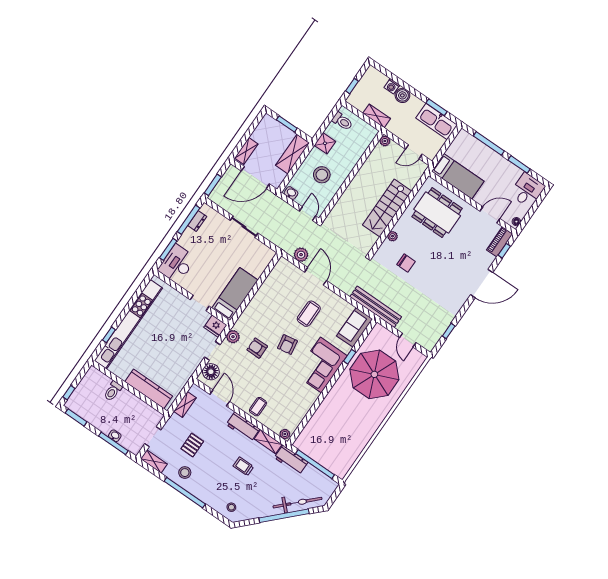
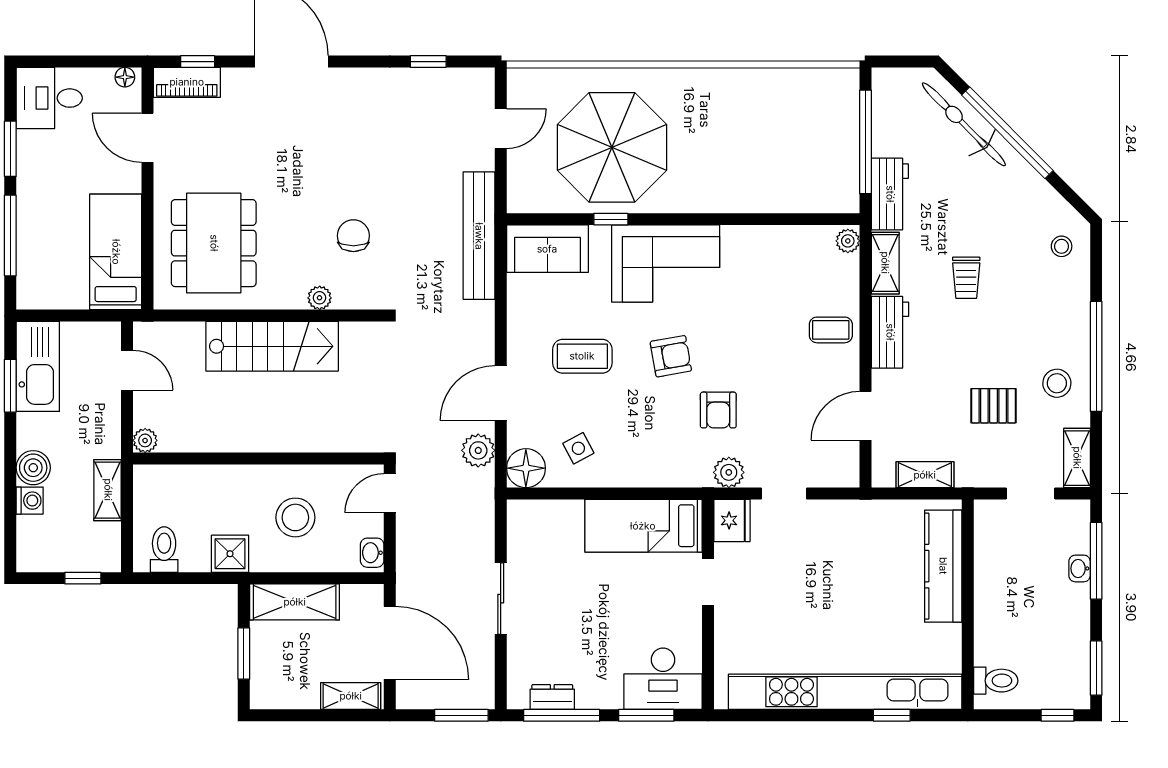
side table: (278, 290) -> (578, 448), added
floor lamp: (211, 372) -> (526, 468), moved
toilet: (113, 391) -> (996, 681), moved

